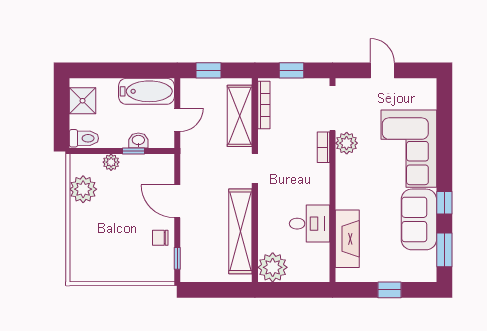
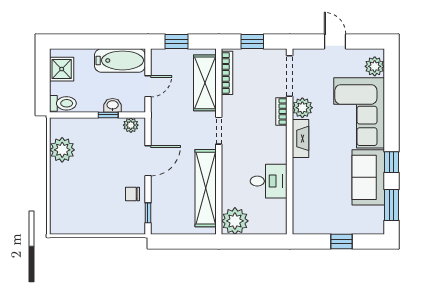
plant: (426, 98) -> (375, 66), added
plant: (111, 162) -> (131, 125), moved
door: (177, 201) -> (148, 161), swing flipped
fireplace: (347, 239) -> (300, 138), moved, width x0.73, depth x0.76

